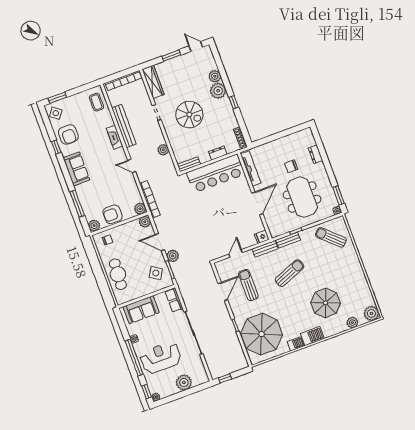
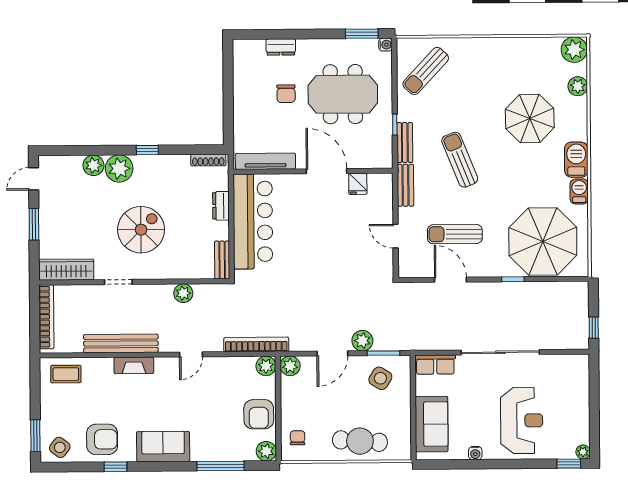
fridge: (262, 237) -> (358, 184), moved
window: (134, 358) -> (506, 464), removed
reception desk: (161, 358) -> (522, 420), turned 180
plant: (184, 382) -> (576, 397), removed

